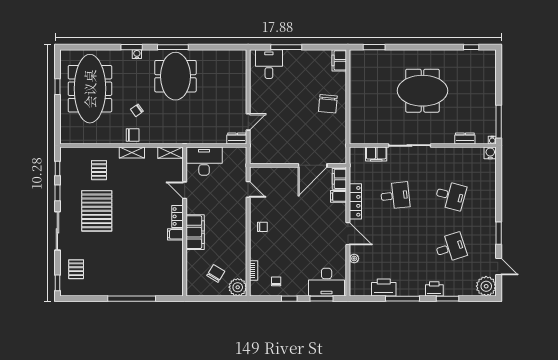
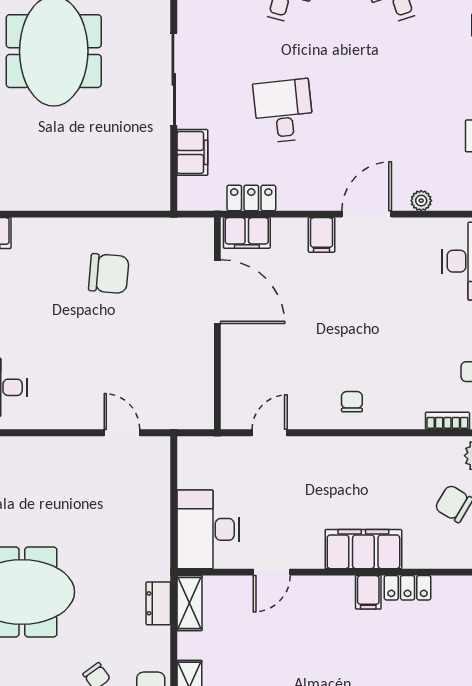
chair: (328, 104) -> (109, 274), moved
dresser: (237, 138) -> (158, 603), moved
filing cabinet: (339, 196) -> (322, 235), moved
locker: (355, 201) -> (251, 198), moved, width x0.66
locker: (177, 216) -> (408, 588), moved

